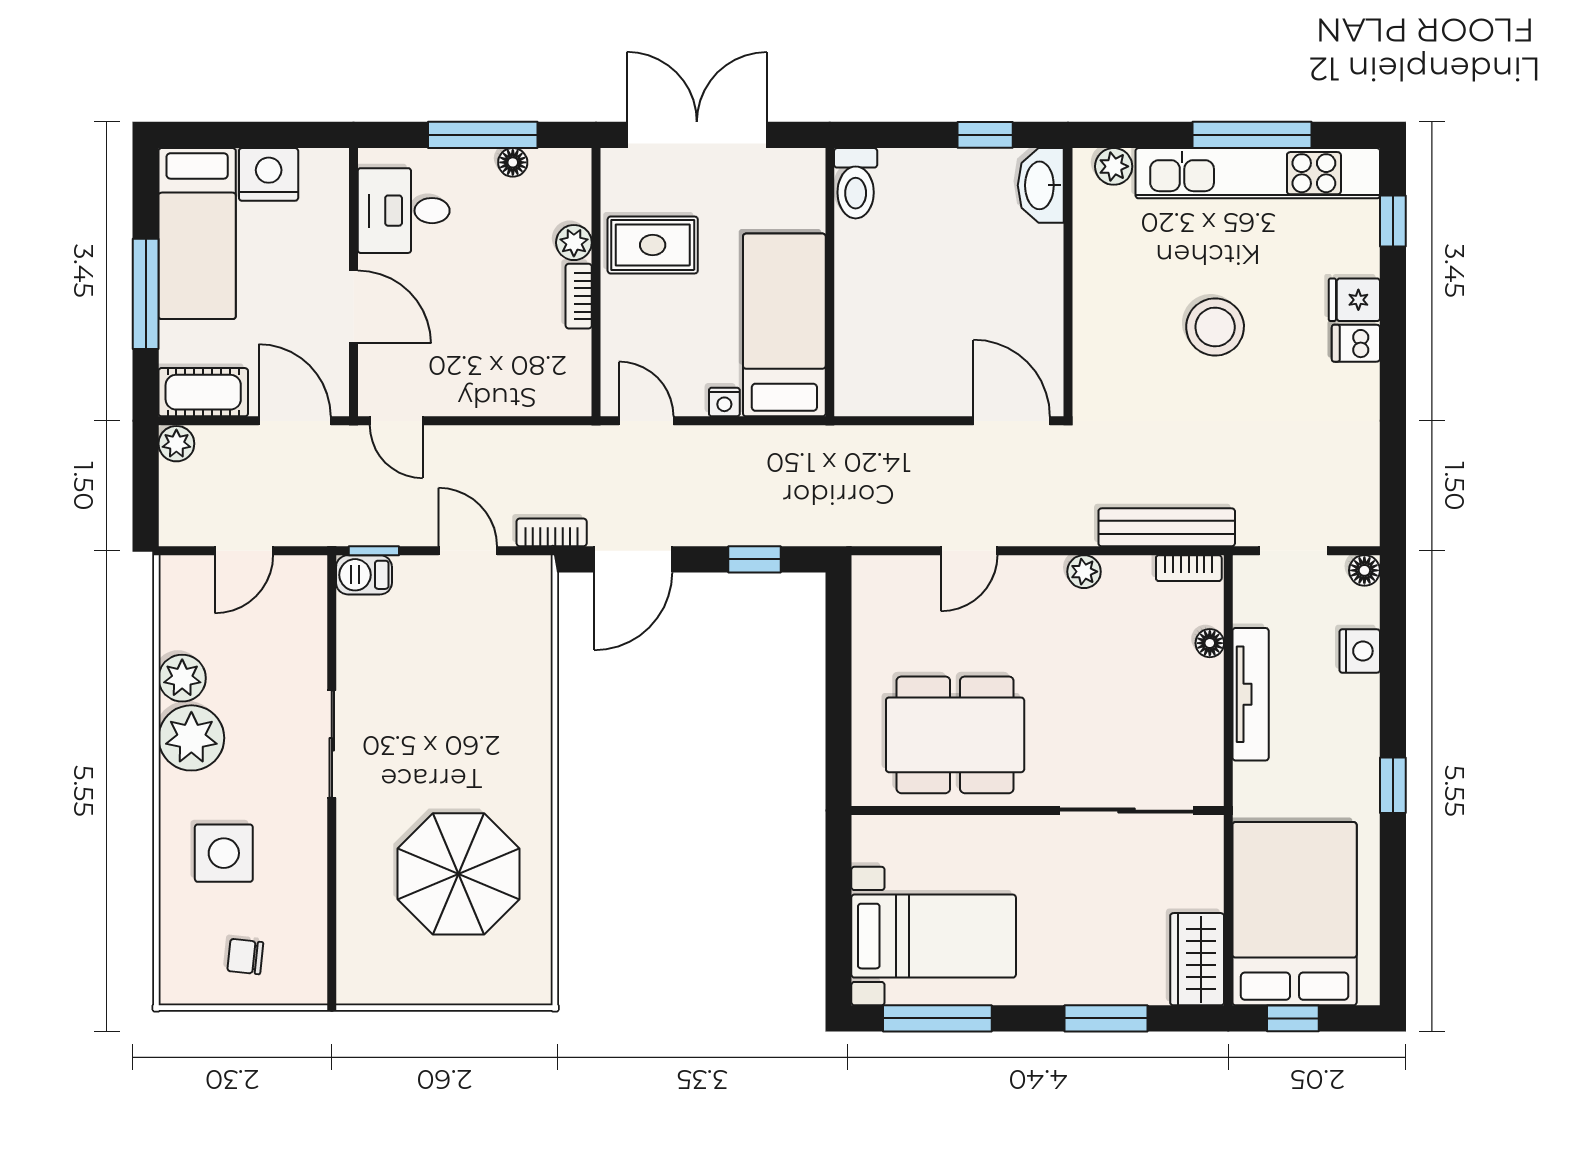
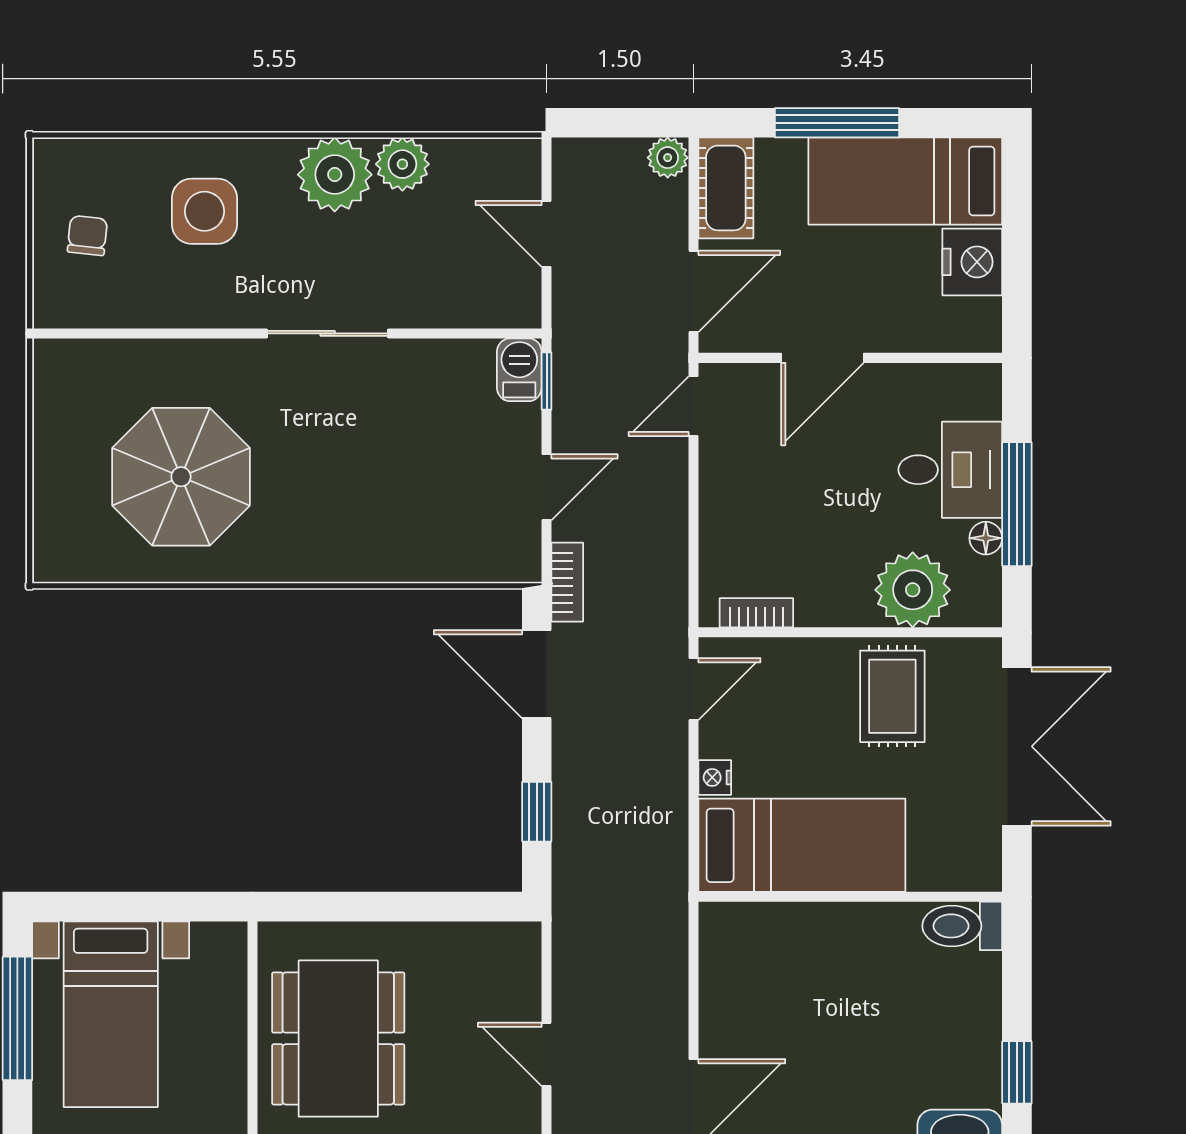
desk: (404, 211) -> (950, 470), moved, turned 90
plant: (574, 243) -> (913, 590), width x1.87, depth x1.87
bookcase: (579, 296) -> (756, 613), moved

